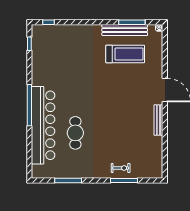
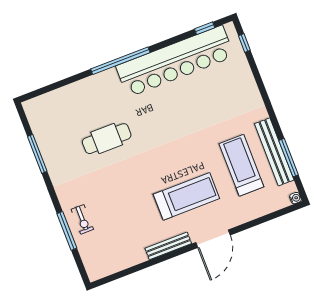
treadmill: (125, 54) -> (241, 165), turned 180
treadmill: (131, 96) -> (186, 196), added
bar counter: (43, 125) -> (175, 61), moved

